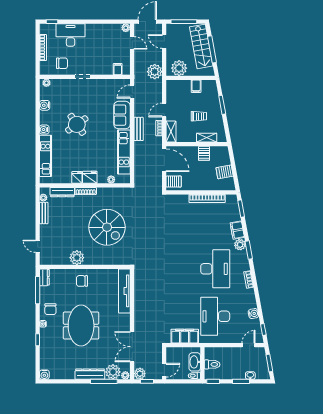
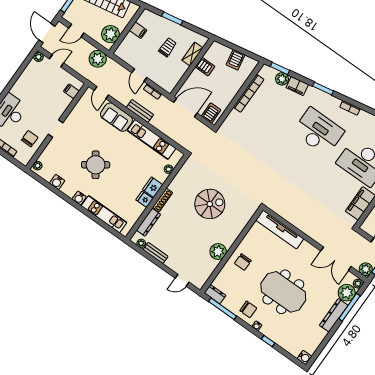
shelving: (171, 132) -> (163, 83), removed
spiral stairs: (107, 227) -> (210, 204), width x0.73, depth x0.73
plant: (240, 245) -> (282, 79), moved

